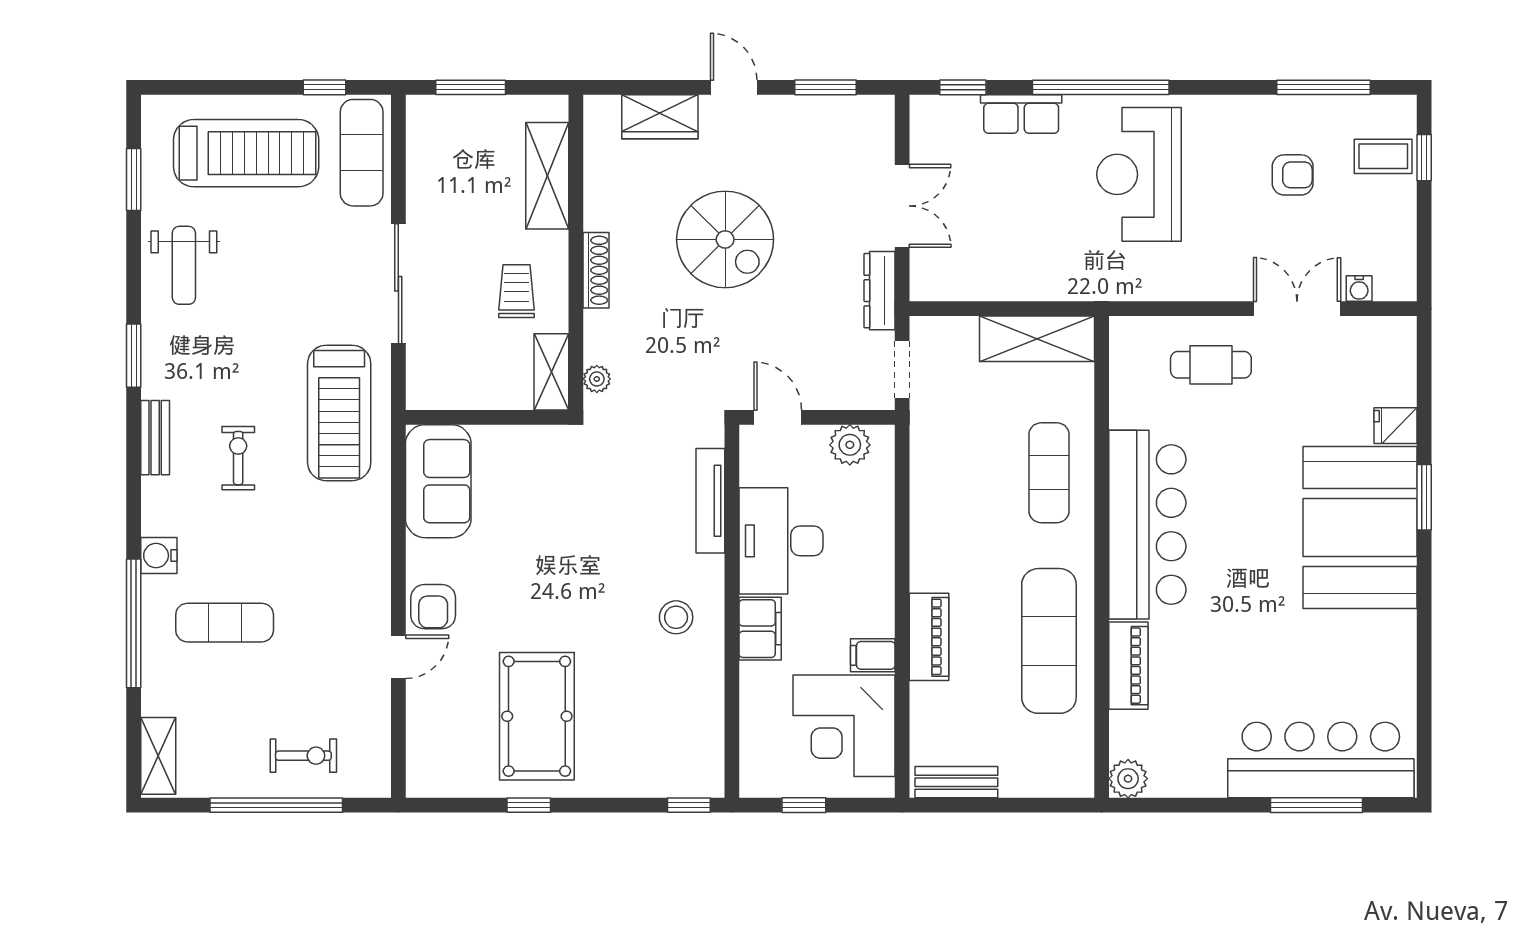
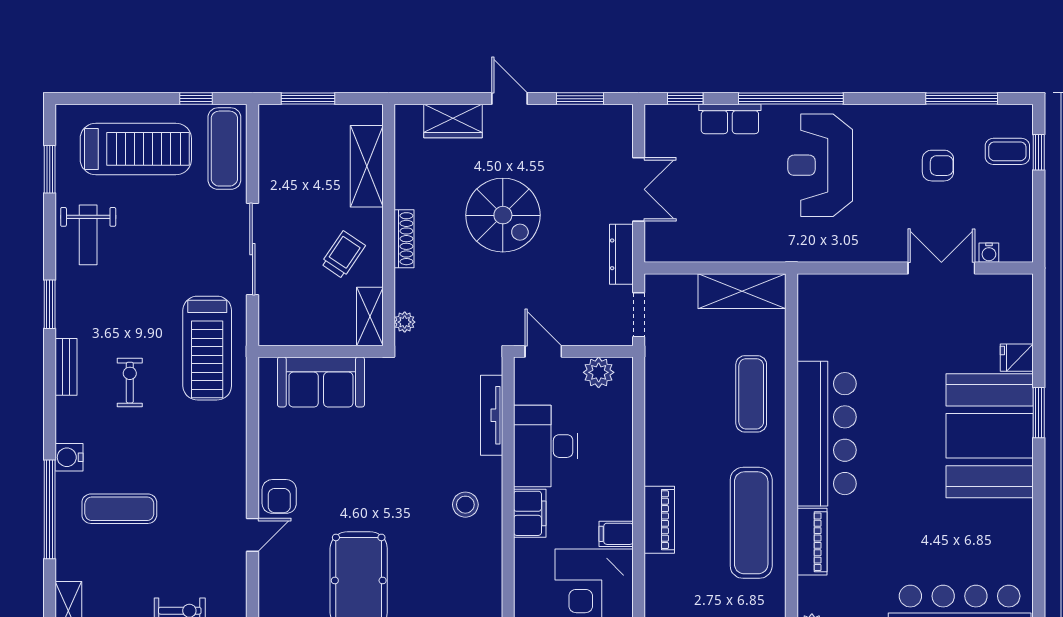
trolley: (516, 291) -> (343, 255), turned 34
cafe table: (1211, 365) -> (875, 311), removed
sofa: (438, 481) -> (321, 382), moved, turned 90

